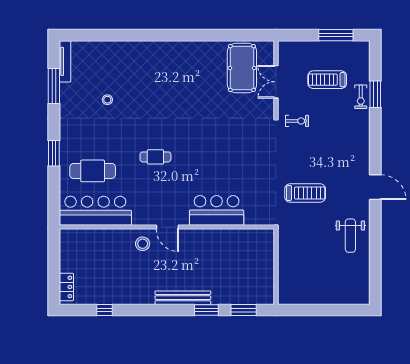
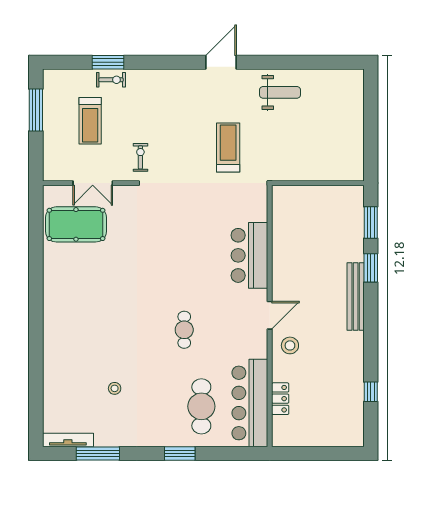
locker: (66, 287) -> (280, 399), moved, turned 90

